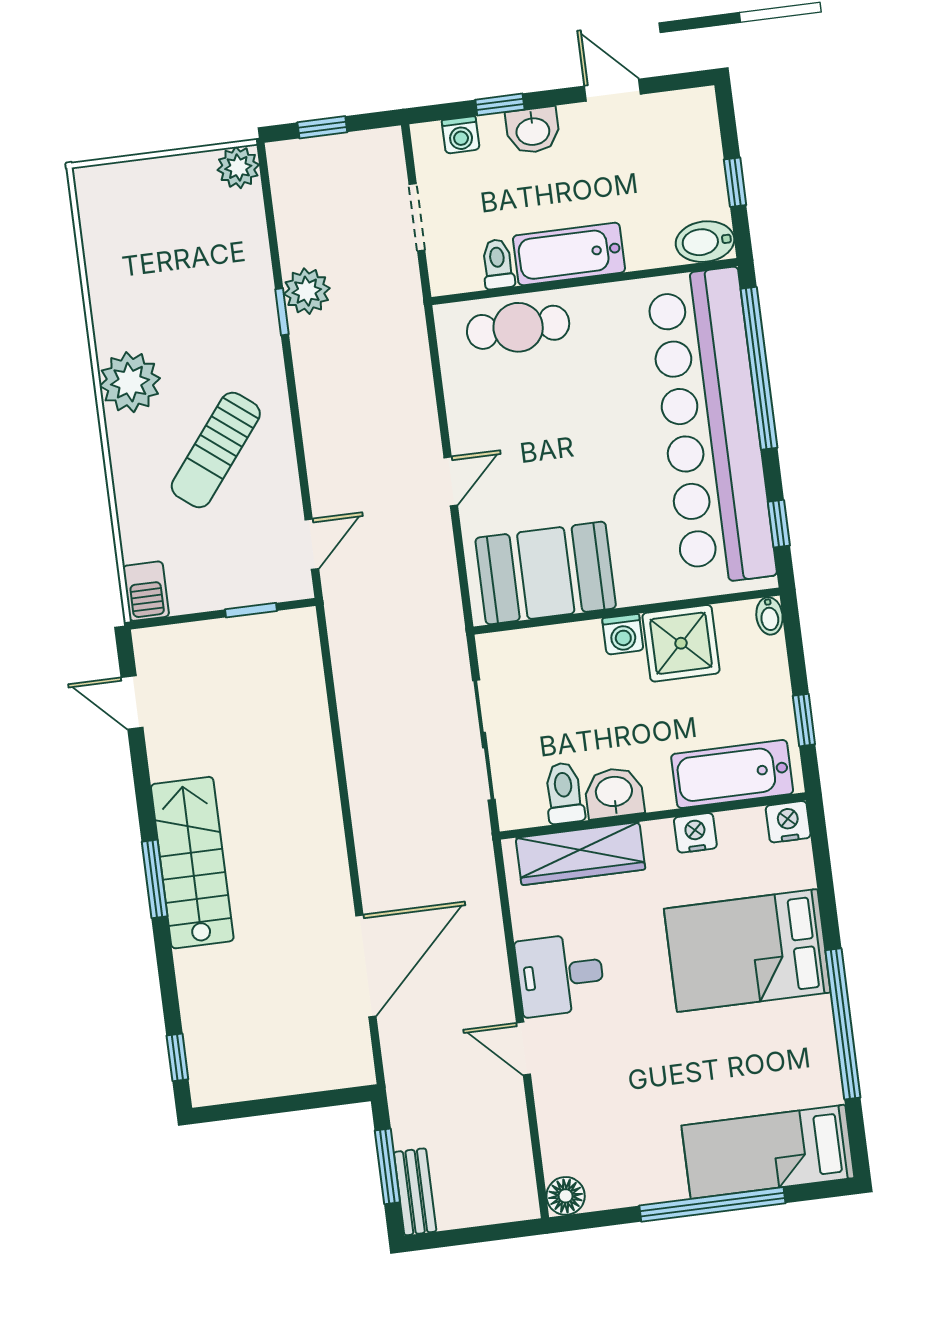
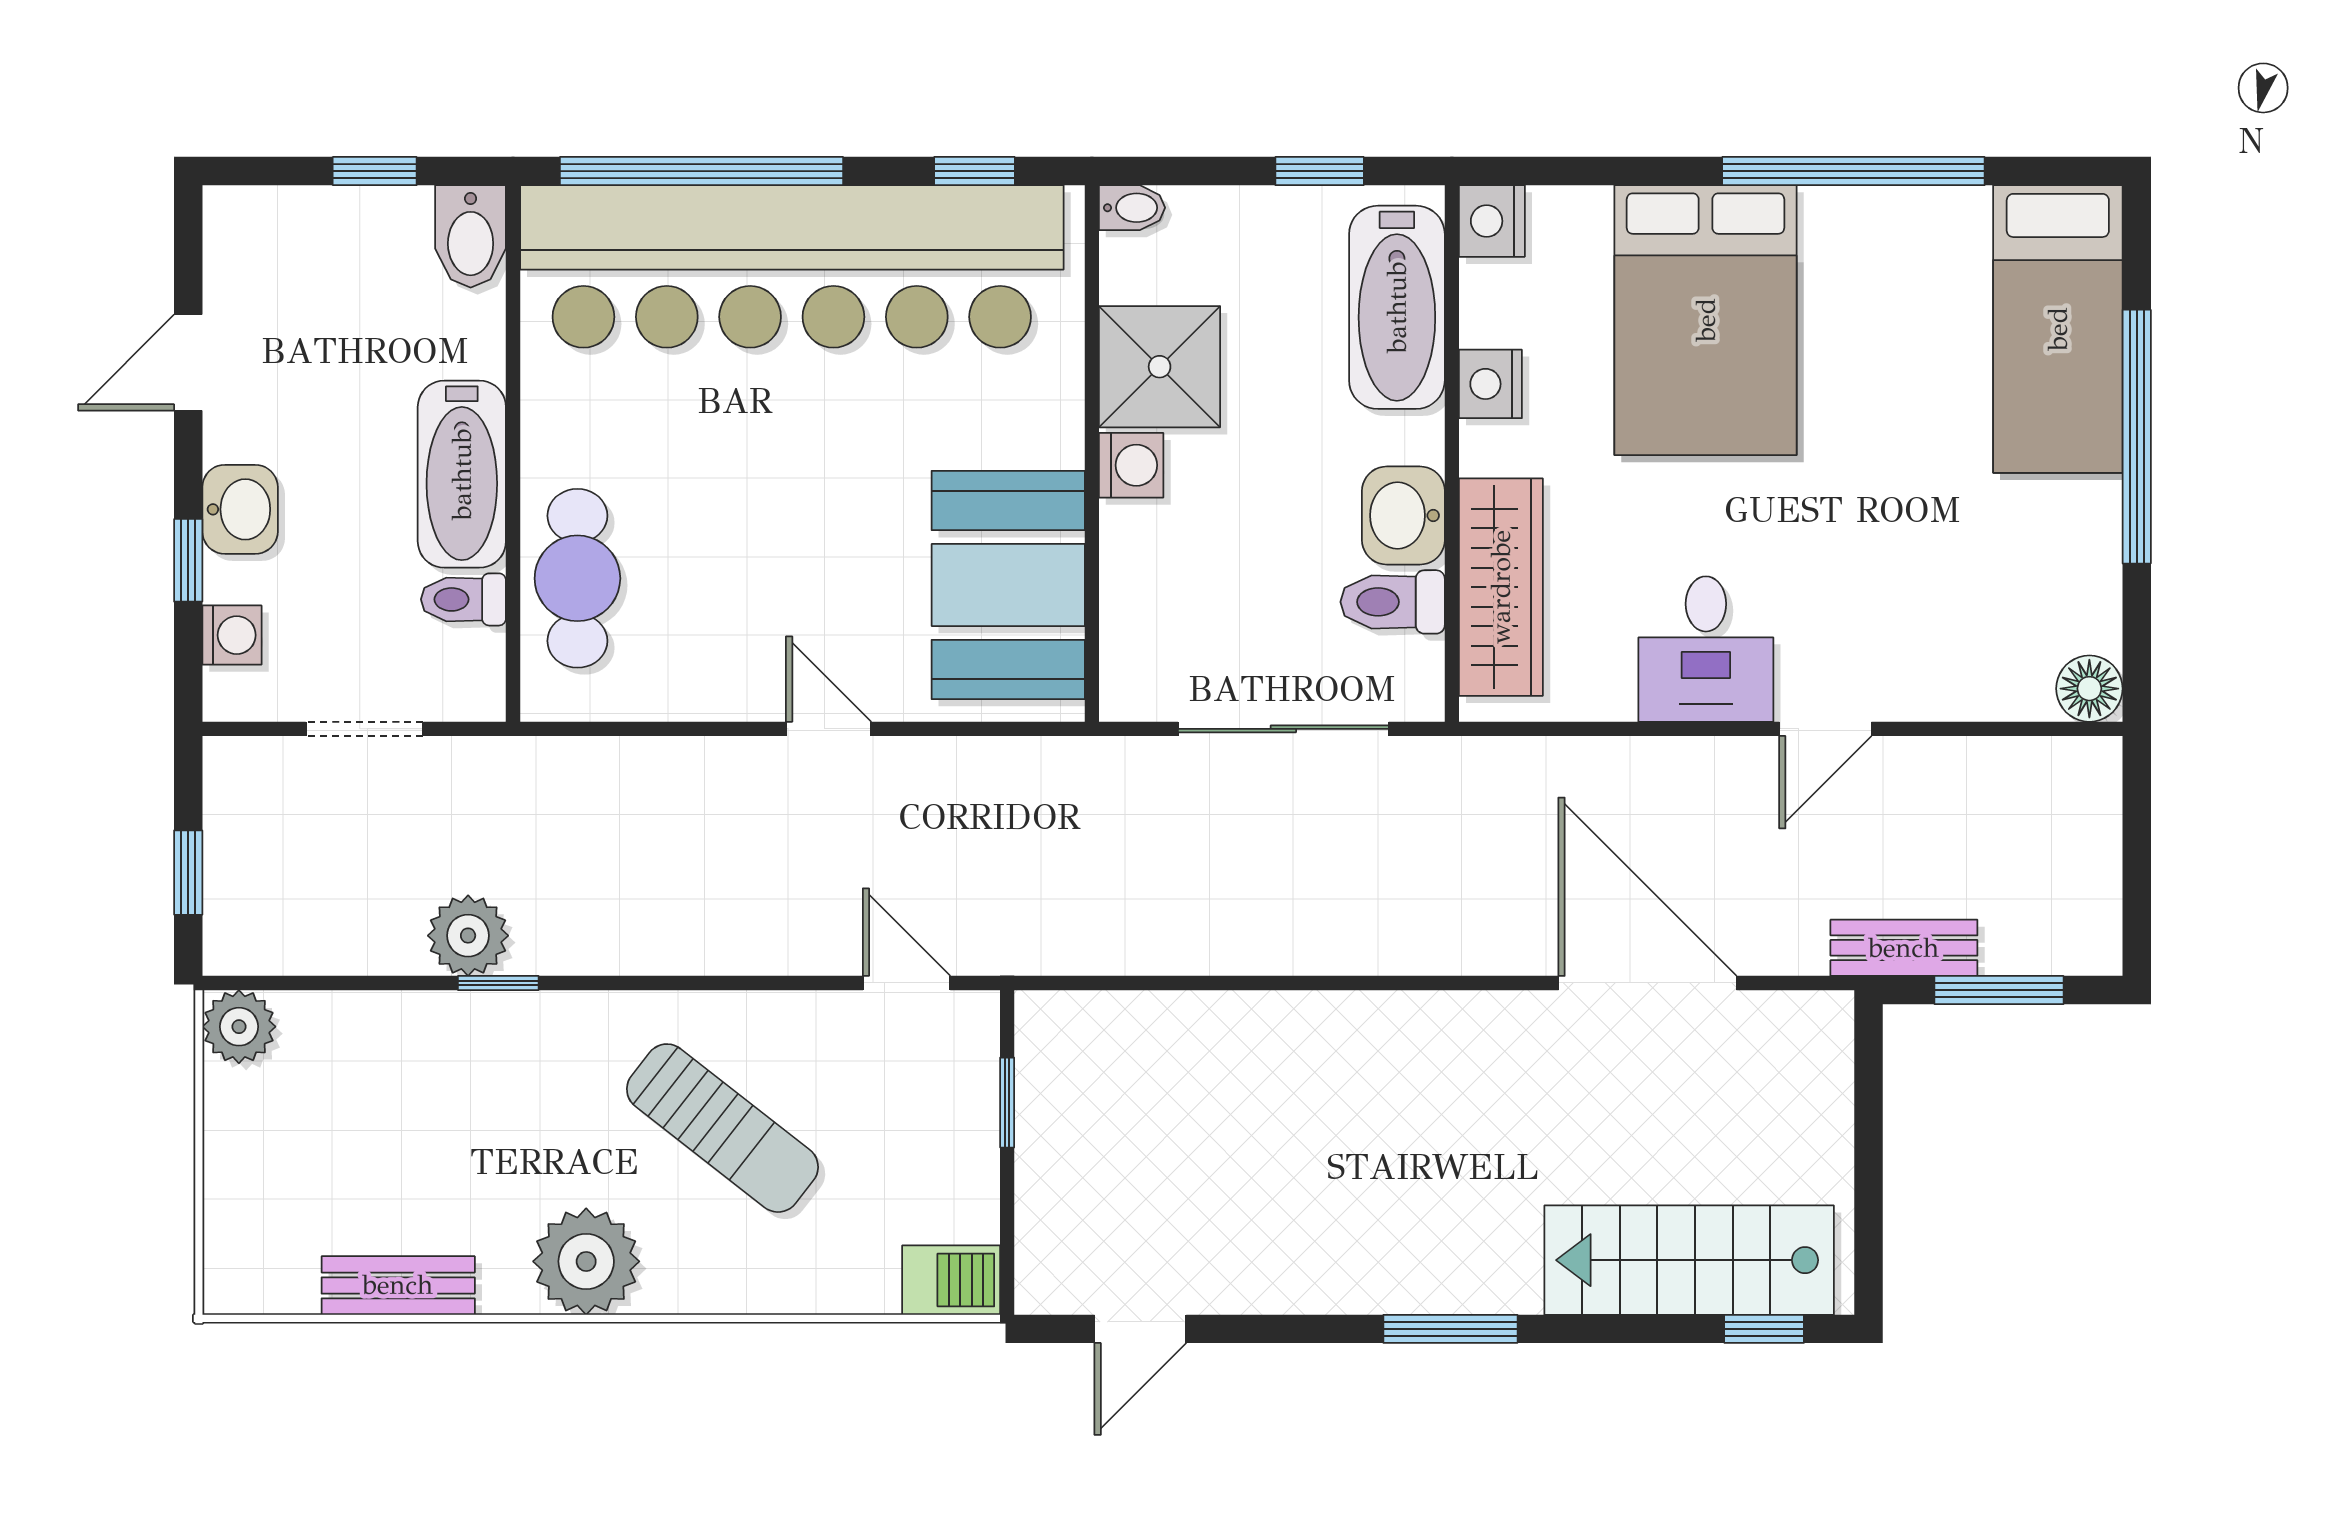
bench: (103, 277) -> (398, 1285), added
stairs: (192, 863) -> (1689, 1260), moved
bench: (415, 1192) -> (1904, 948), moved

